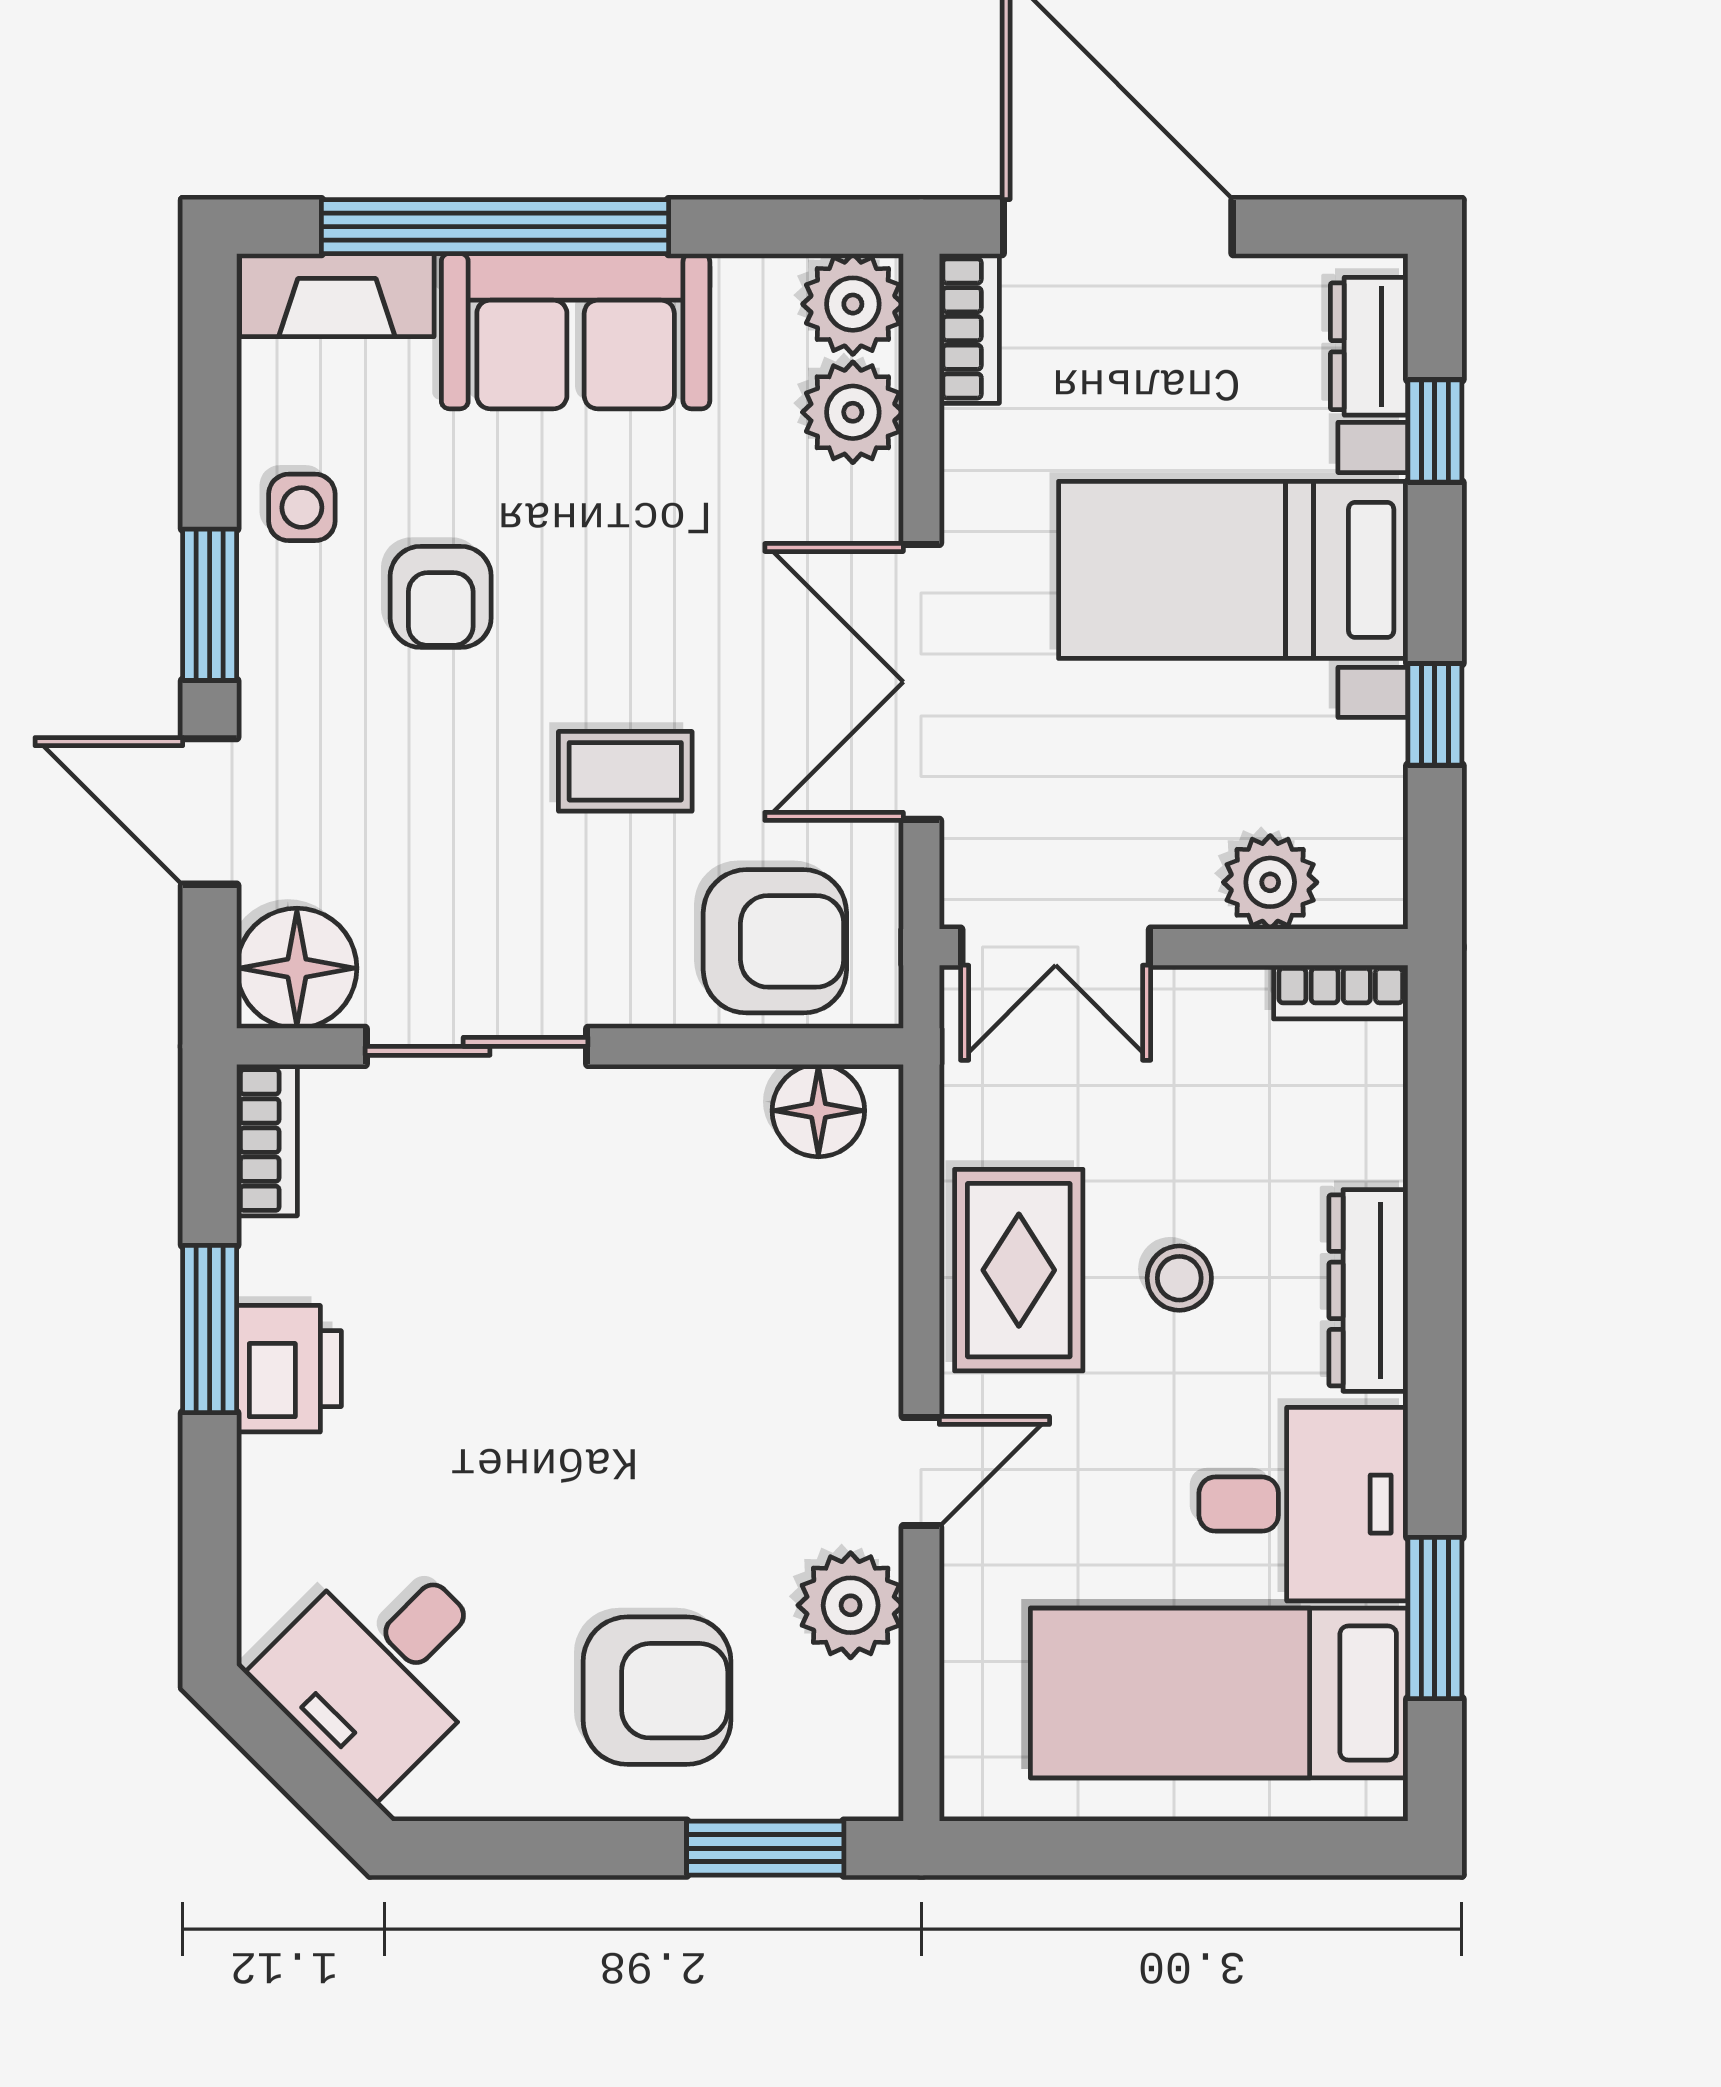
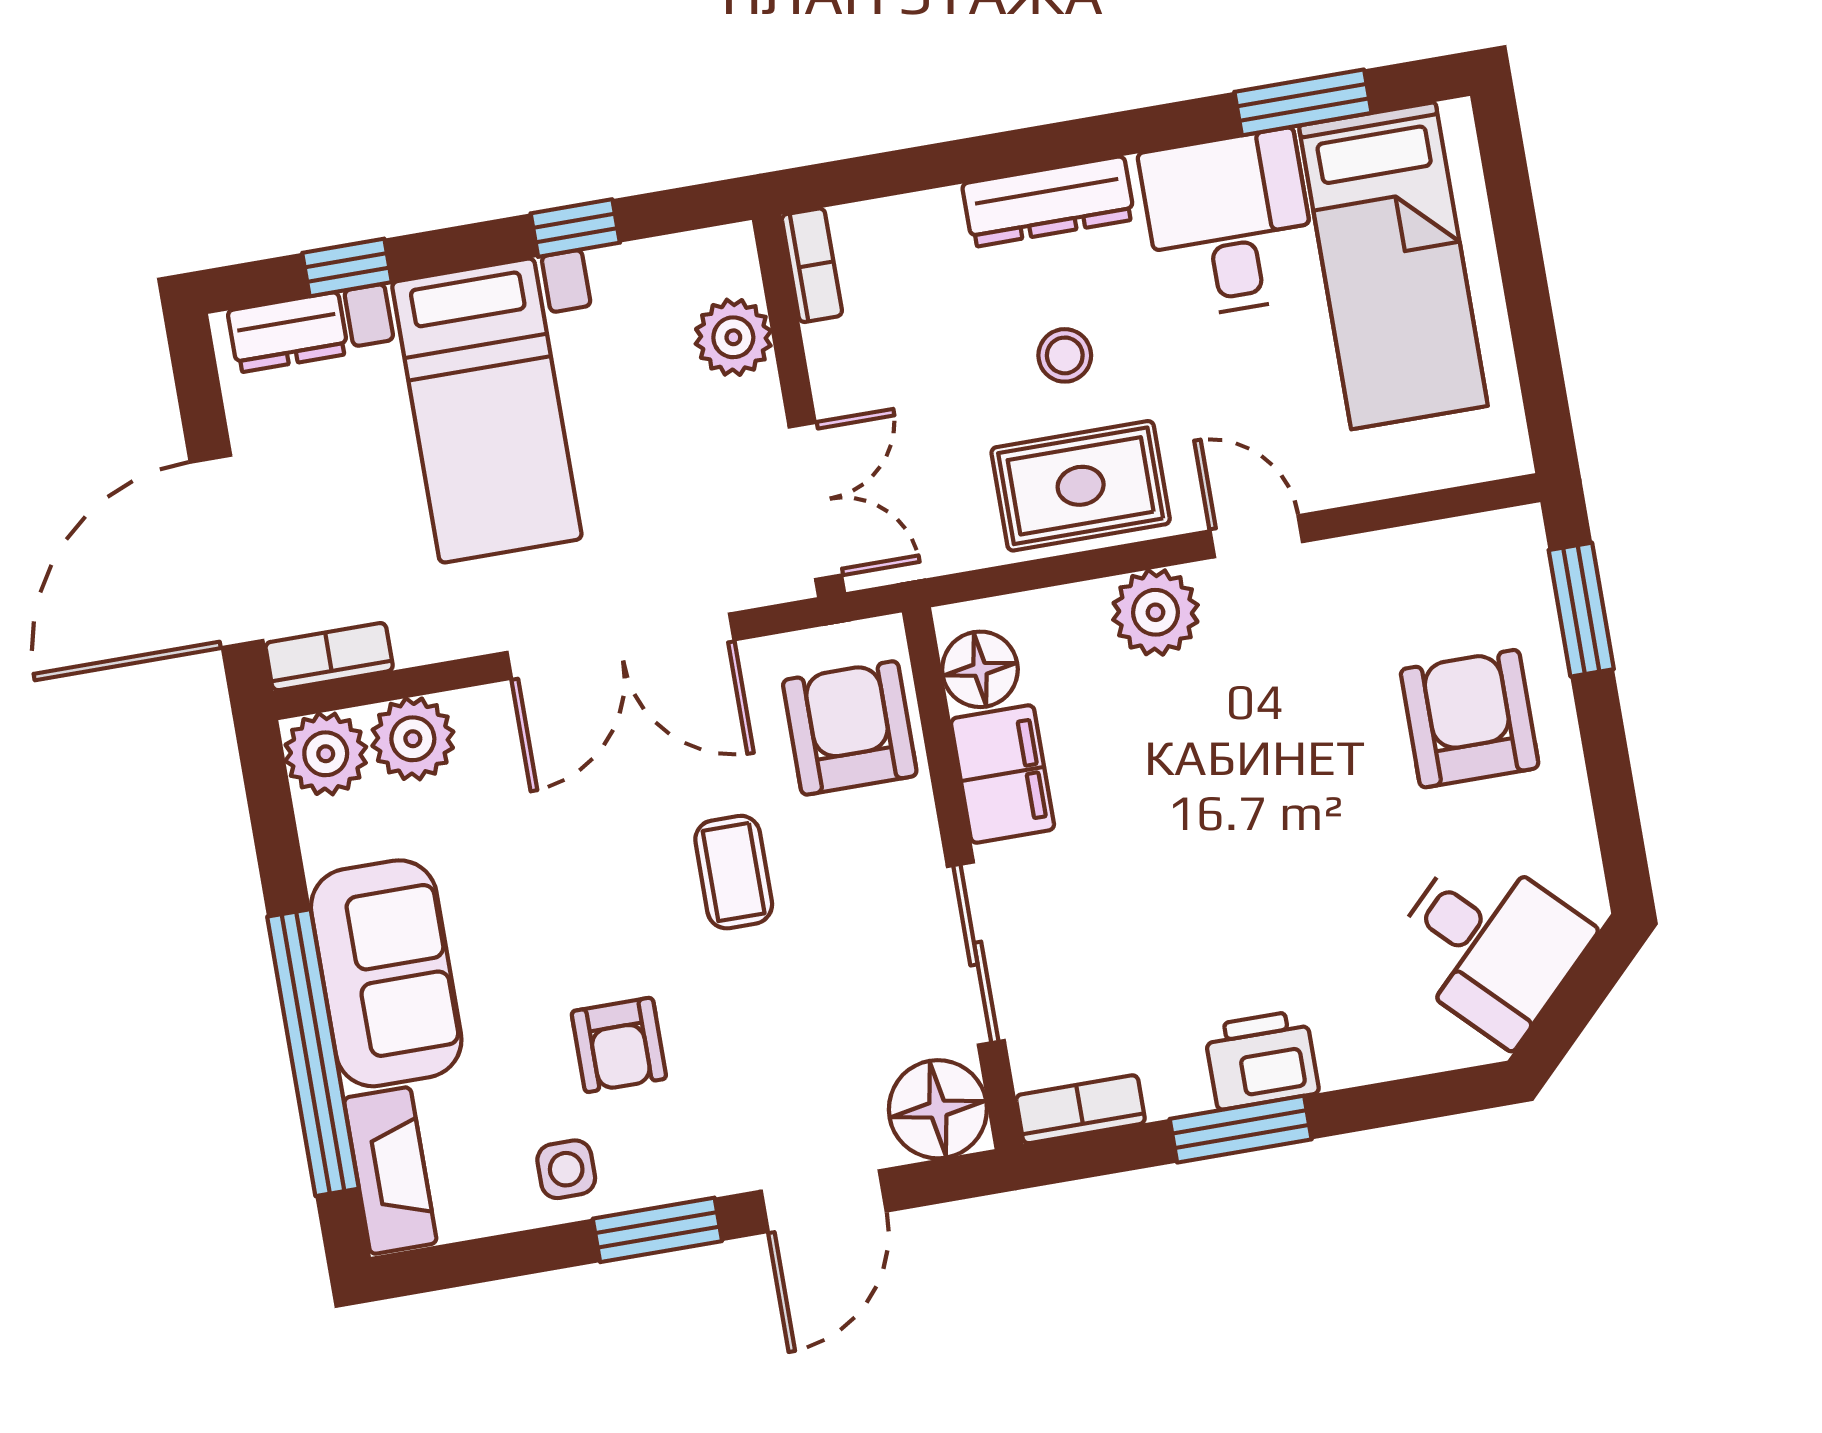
armchair: (441, 597) -> (619, 1045), turned 90
filing cabinet: (687, 1116) -> (1003, 774), added
plant: (851, 1605) -> (1156, 612), moved

